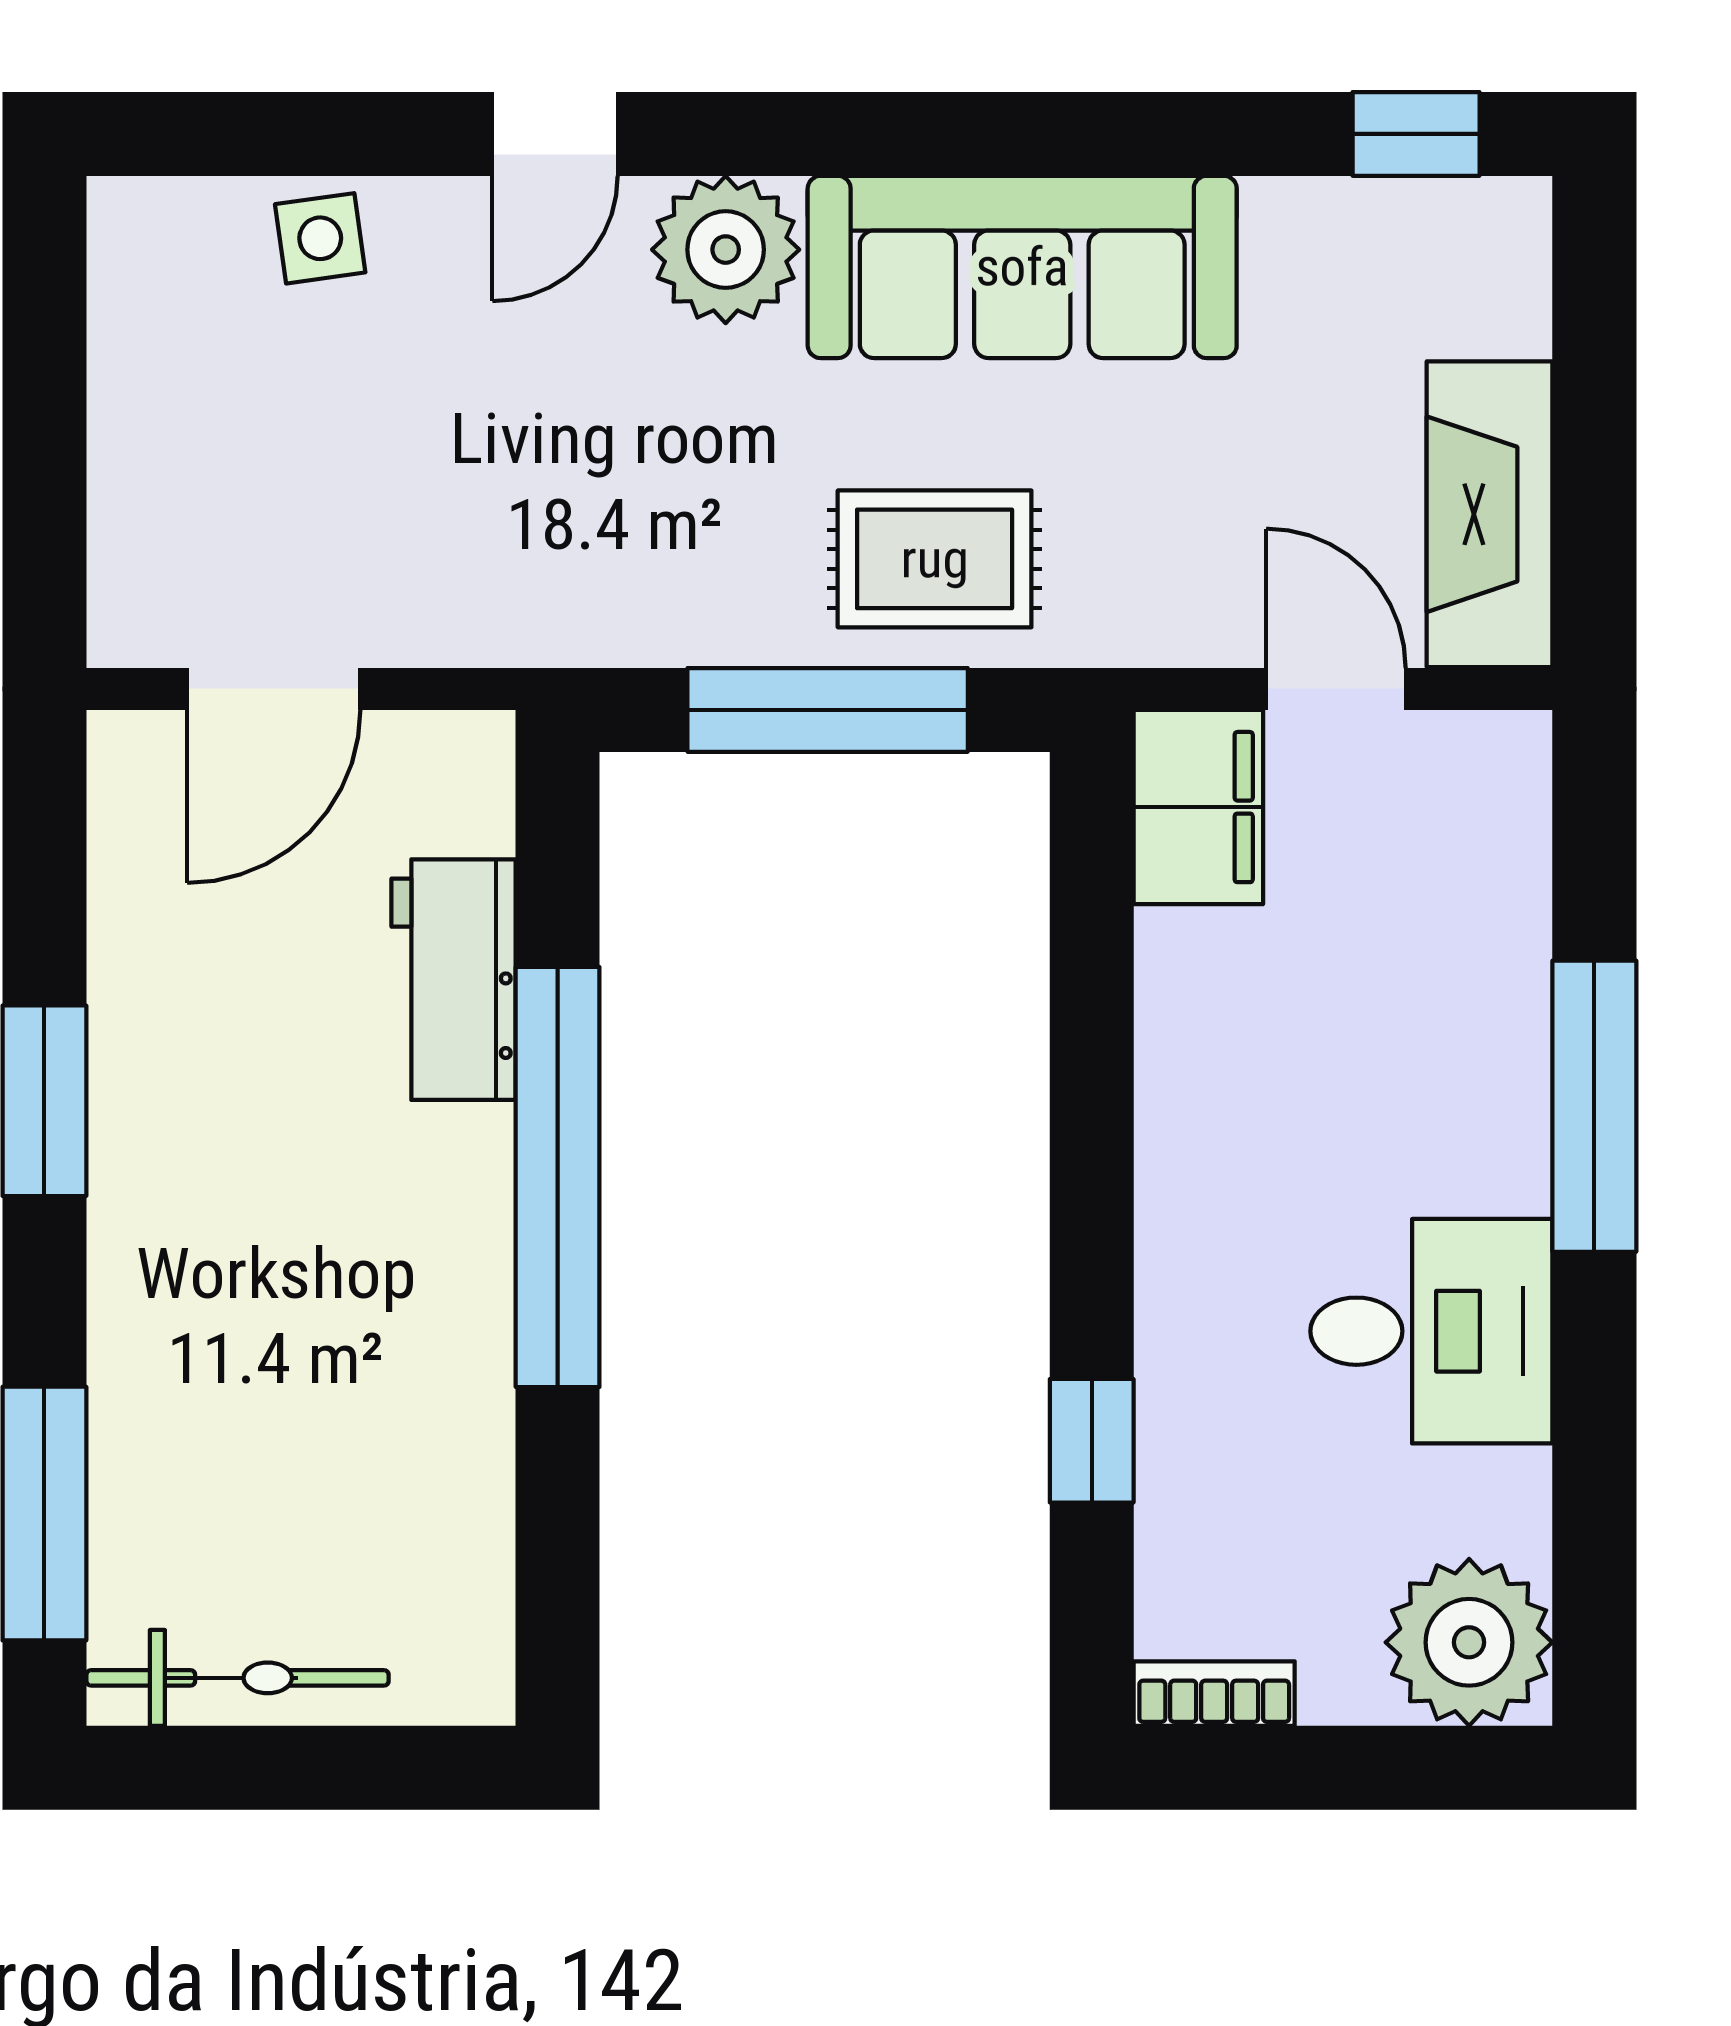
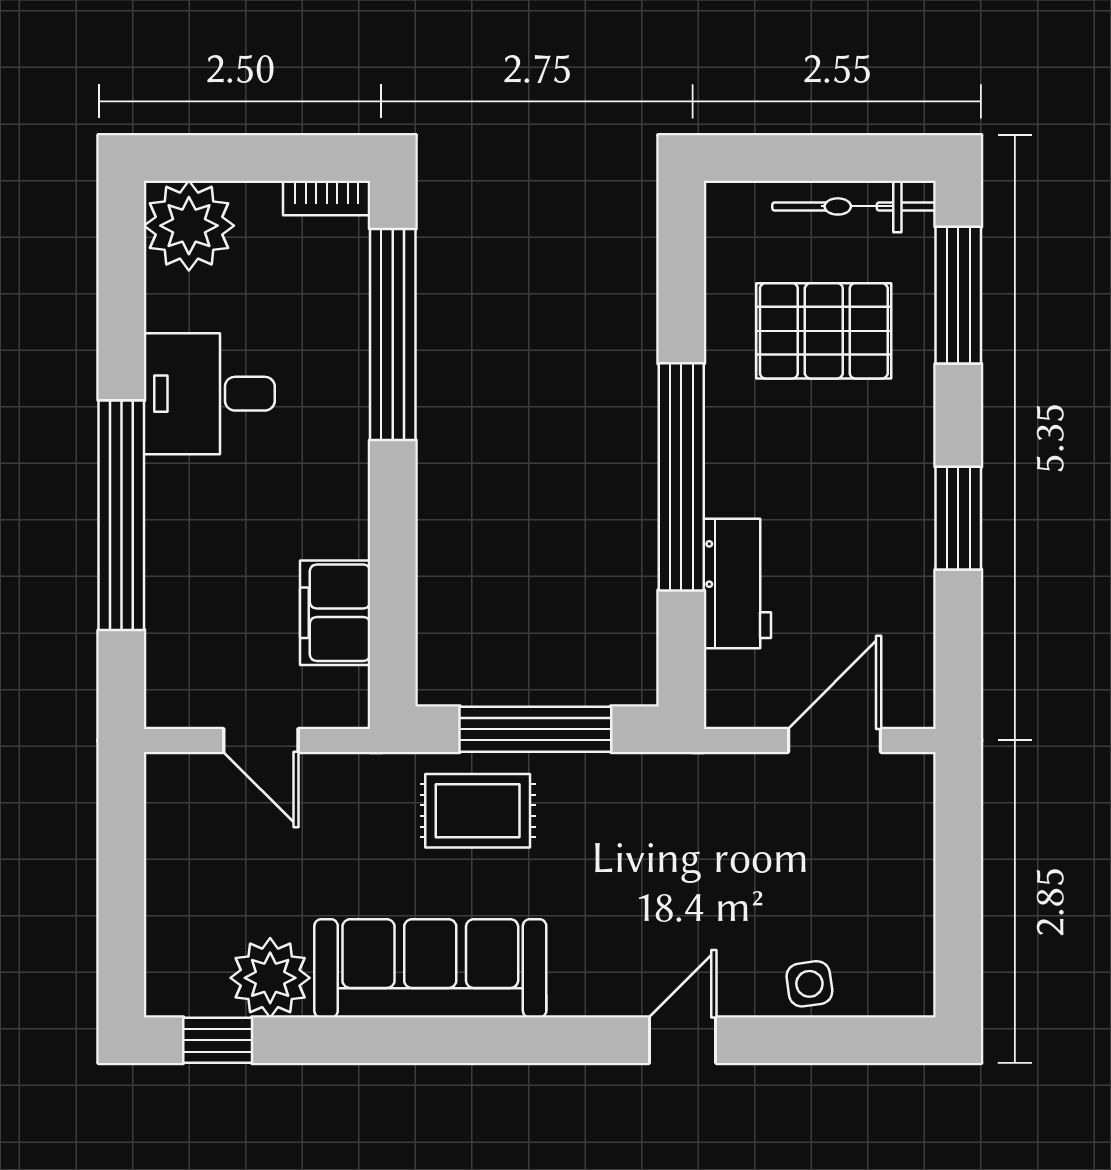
plant: (726, 250) -> (270, 978), moved
fireplace: (1490, 514) -> (178, 835), removed
filing cabinet: (1198, 807) -> (335, 613), moved
window: (1594, 1106) -> (121, 515), width x1.46
window: (1092, 1441) -> (393, 334), width x3.17
pallet: (294, 1448) -> (824, 331), added

